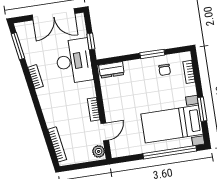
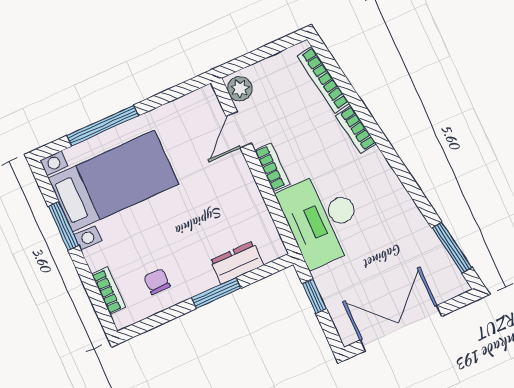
window: (152, 54) -> (216, 293), moved
desk: (74, 61) -> (322, 219), moved
dresser: (112, 70) -> (237, 263), moved
bookcase: (36, 77) -> (356, 130), moved
window: (170, 152) -> (102, 126), width x0.68

